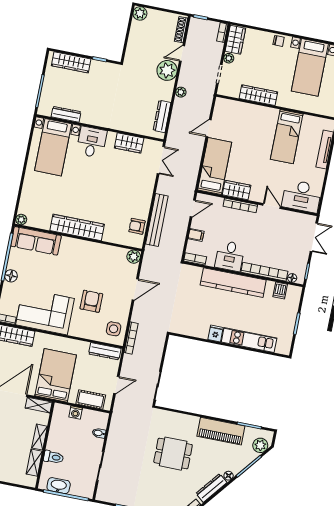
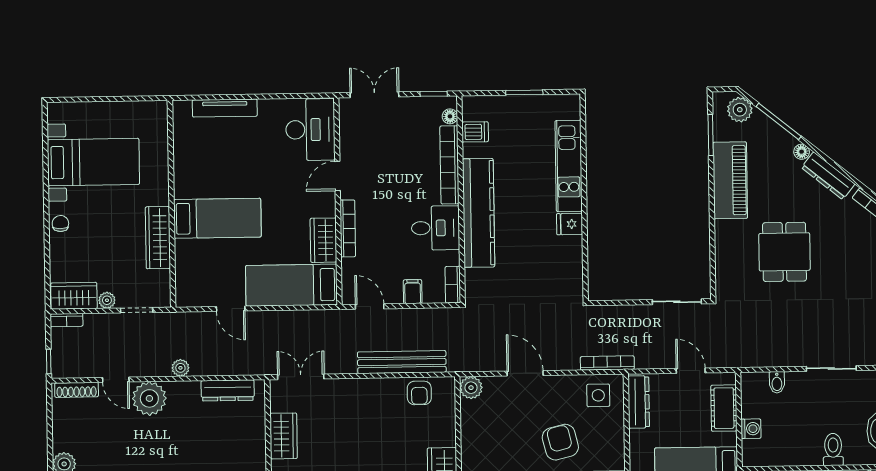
bed: (287, 137) -> (217, 218), moved
armchair: (91, 301) -> (560, 442), turned 76

